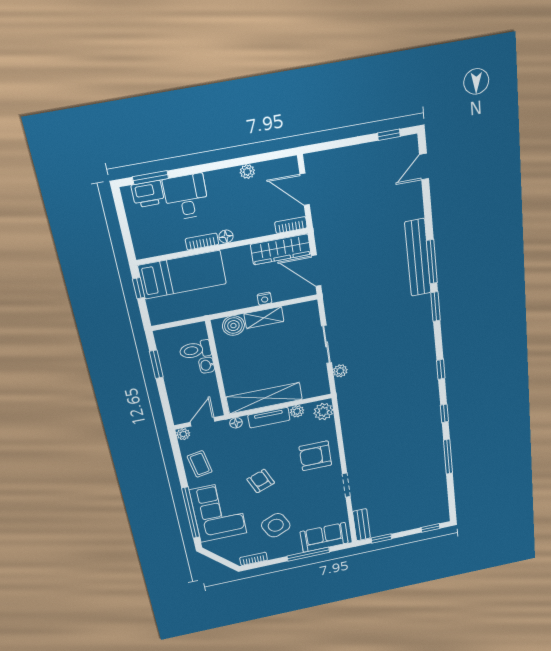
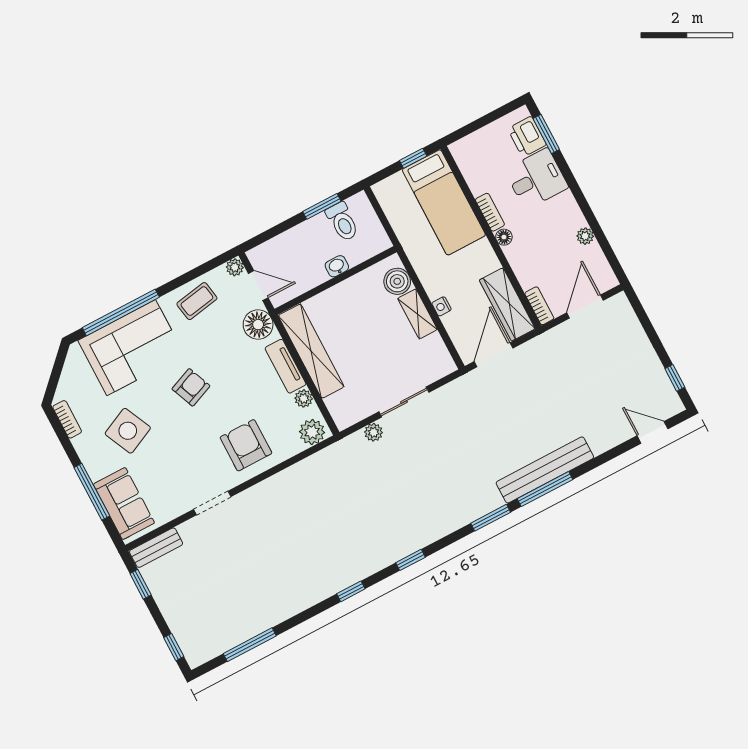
toilet: (195, 350) -> (342, 222), moved, turned 180
floor lamp: (236, 423) -> (258, 325), width x1.89, depth x1.89
window: (448, 457) -> (250, 645), moved

